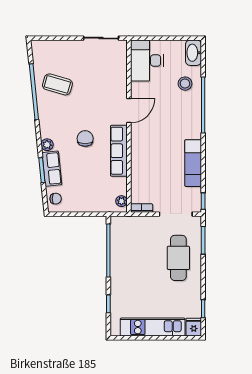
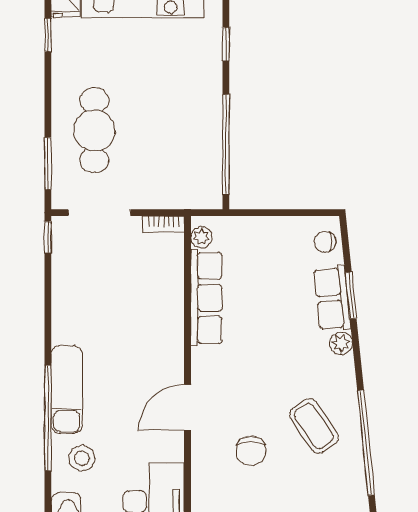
coffee table: (57, 84) -> (314, 426), moved, turned 40
chair: (85, 139) -> (251, 451), moved
row of seats: (119, 151) -> (206, 298), moved
exam couch: (193, 163) -> (67, 389), moved

